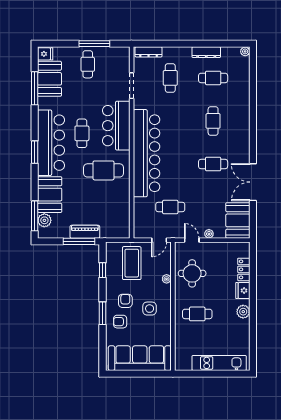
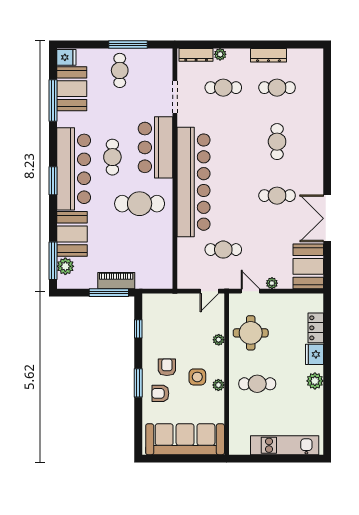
plant: (245, 51) -> (220, 54), moved
cafe table: (170, 78) -> (223, 88), turned 90
coffee table: (132, 263) -> (175, 320), removed
plant: (166, 315) -> (218, 385), added

